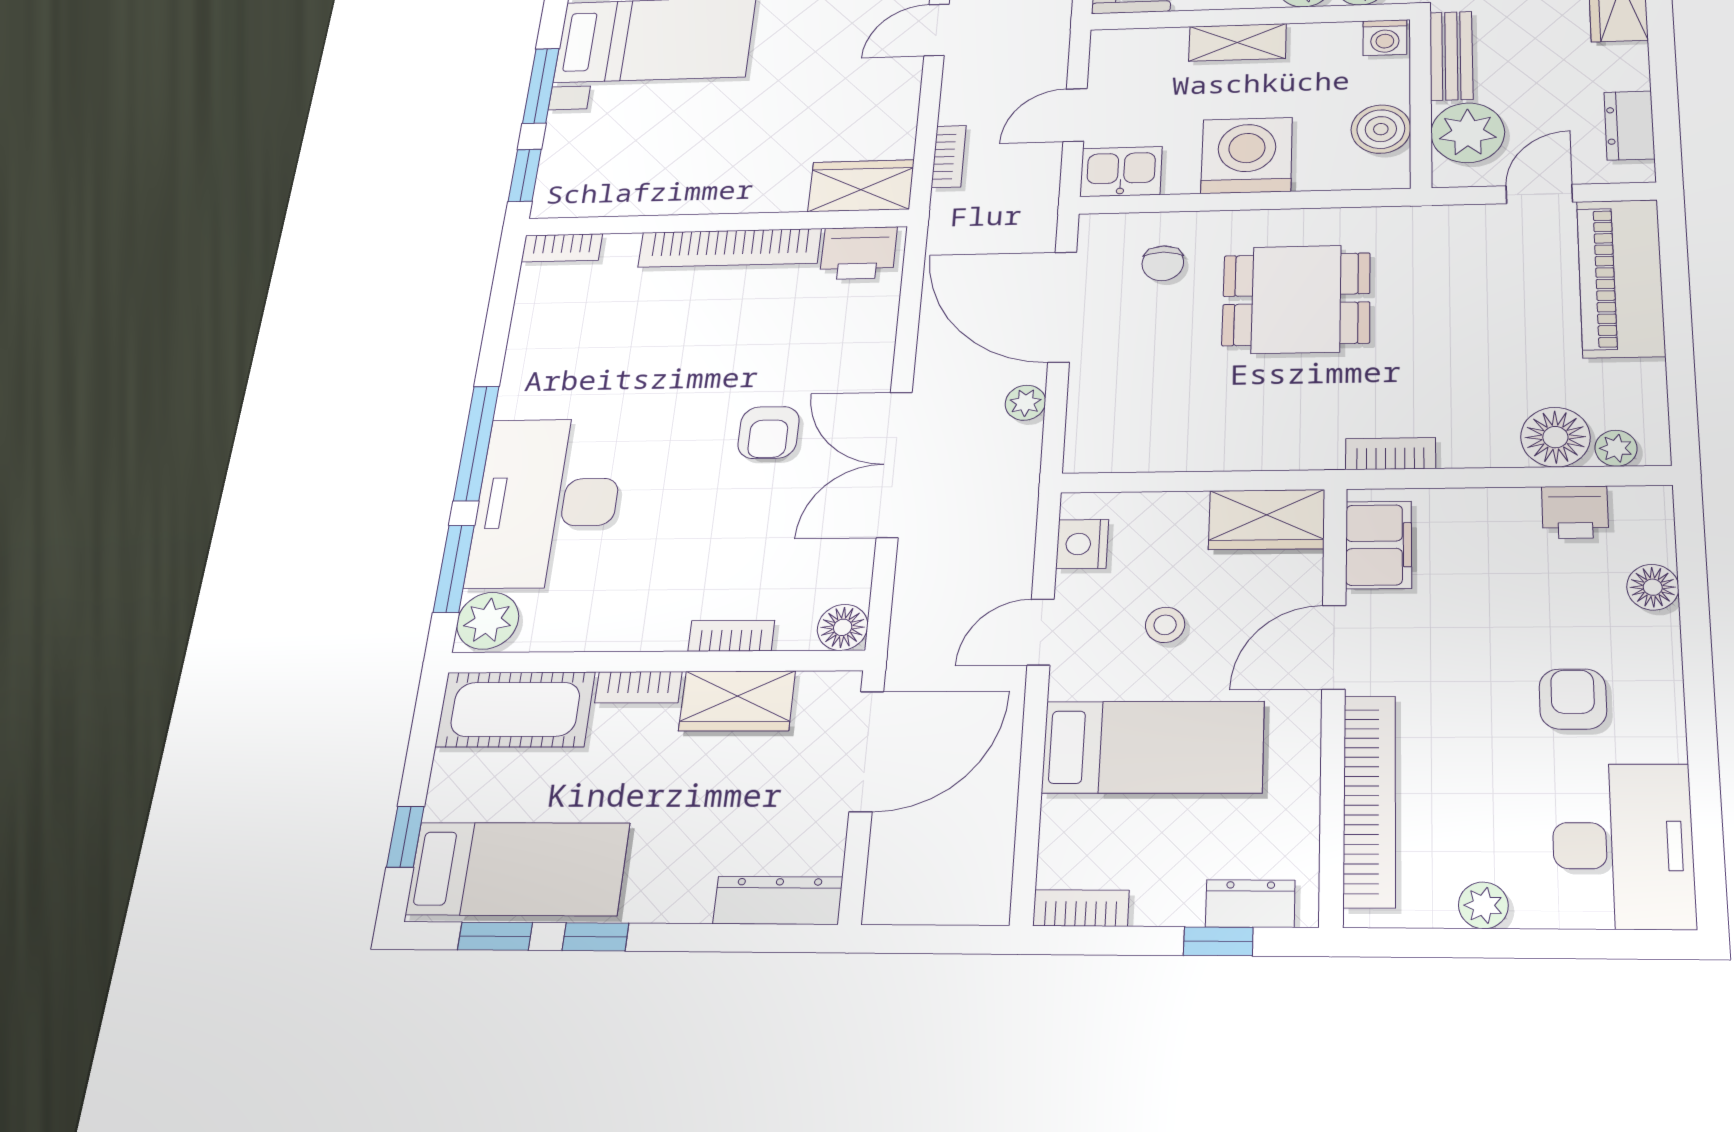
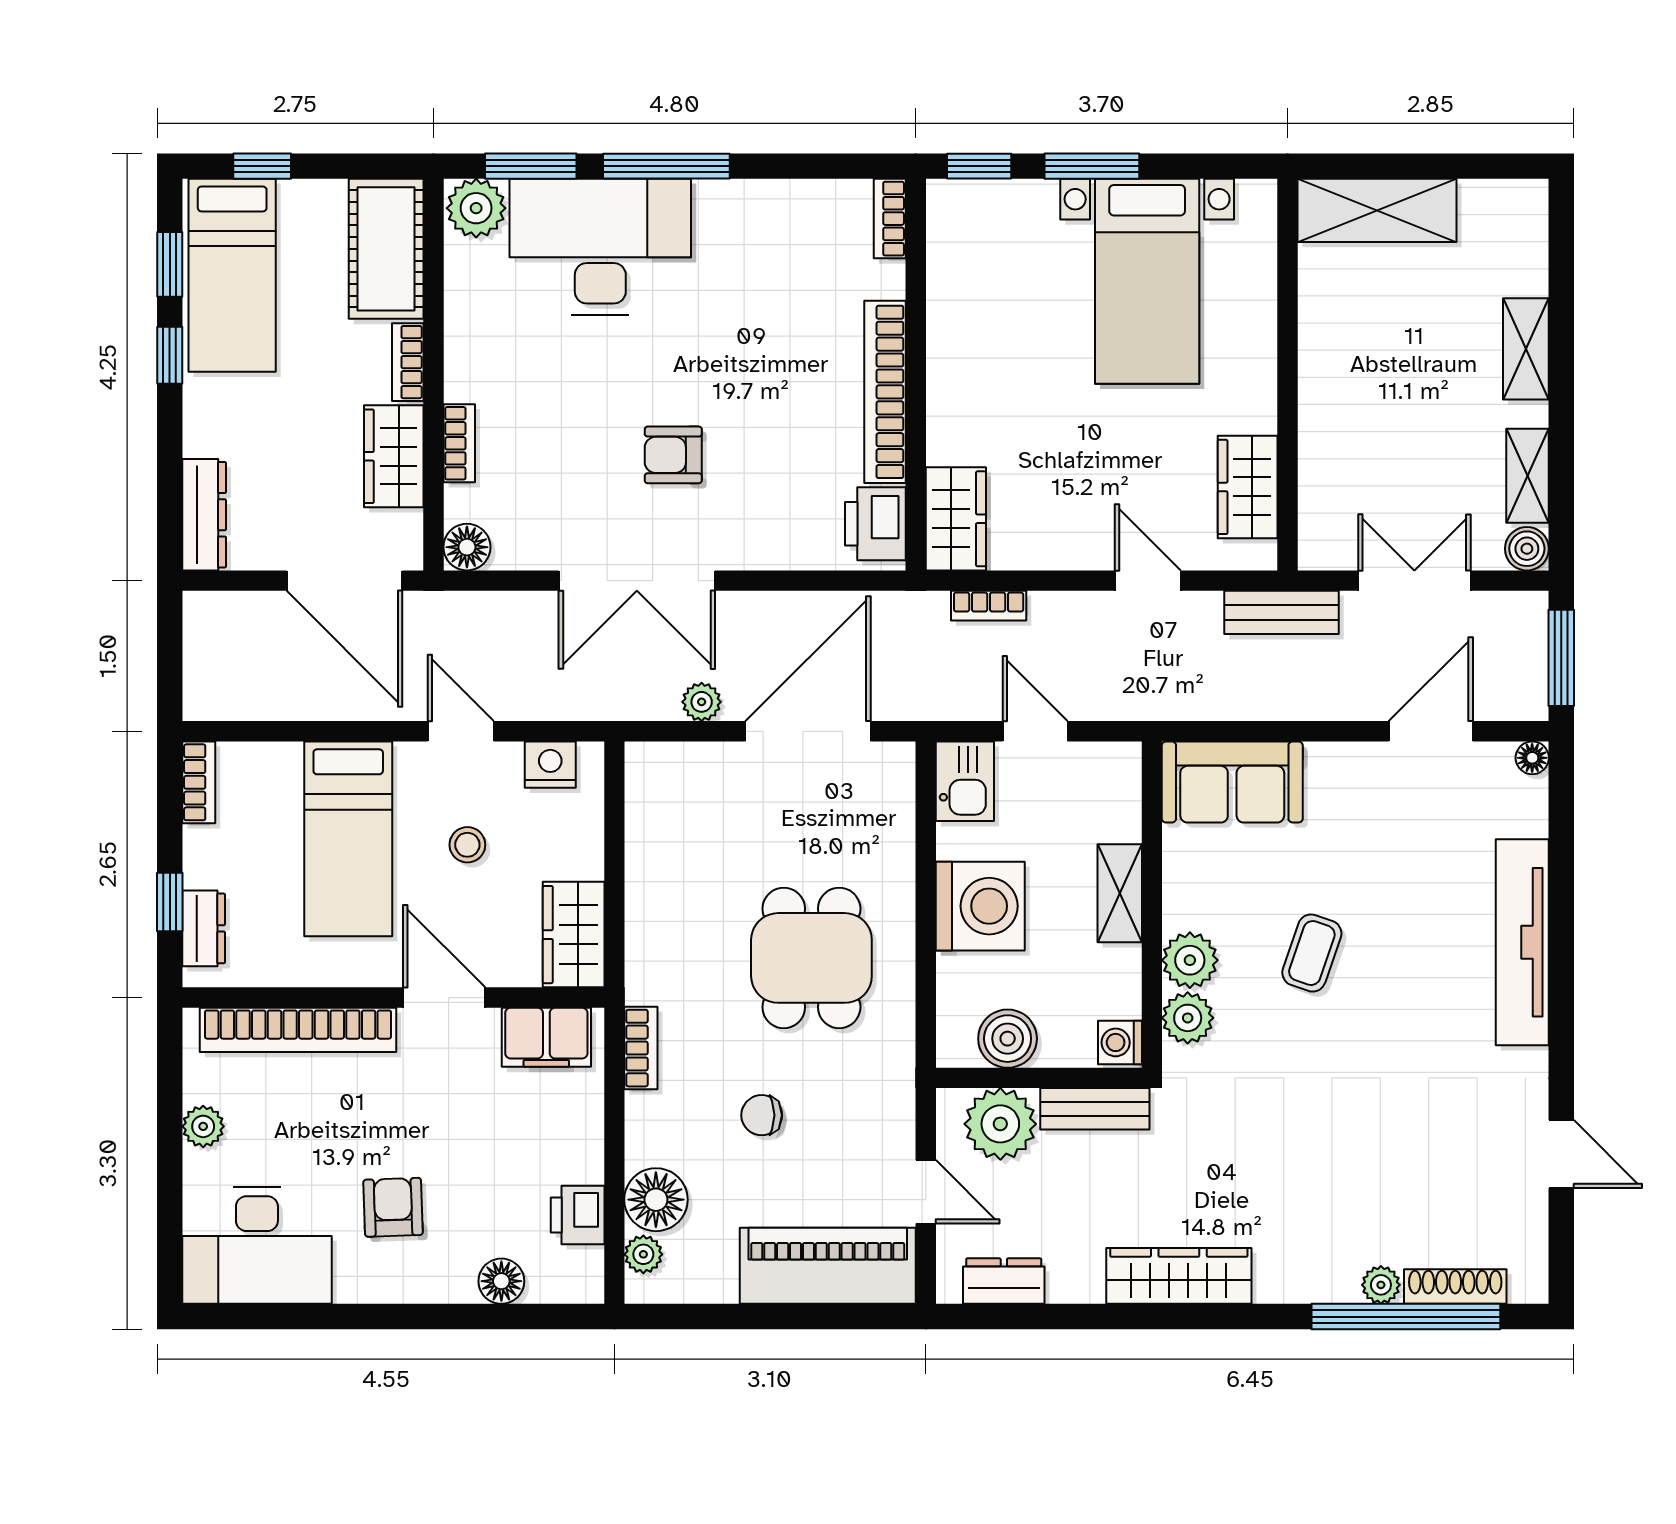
chair: (1163, 263) -> (762, 1115), moved
double door: (894, 464) -> (637, 581), swing flipped
armchair: (1573, 699) -> (393, 1207), turned -92

